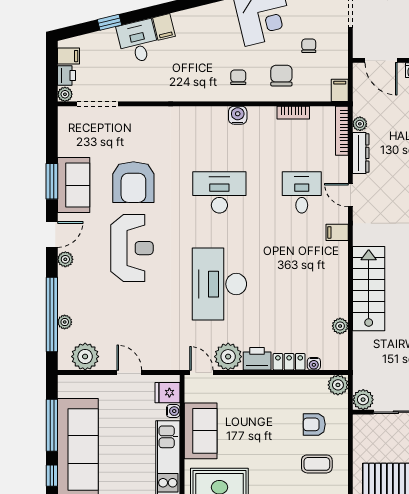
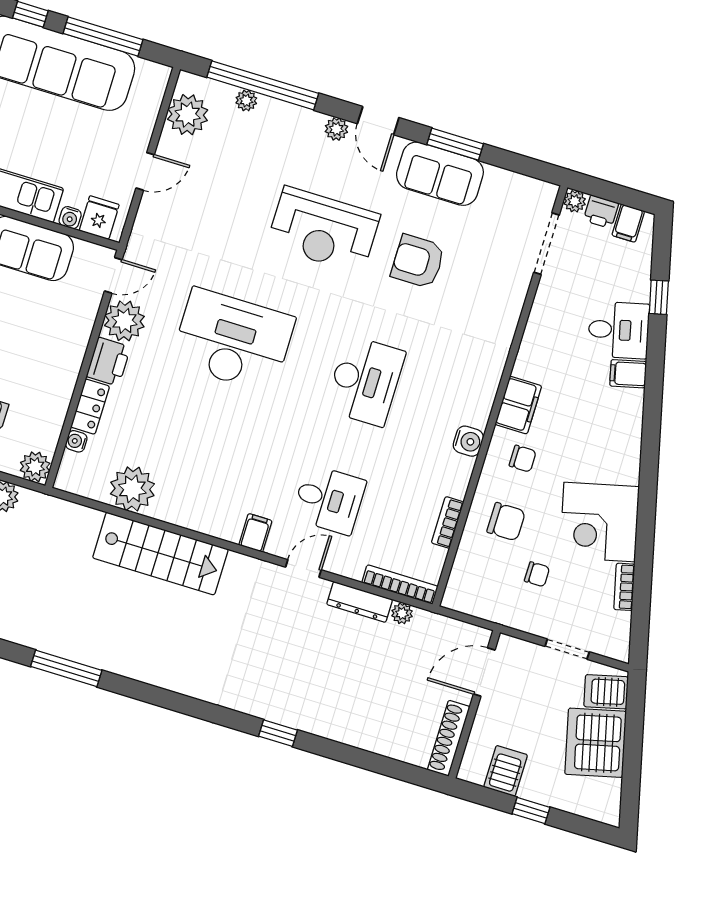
filing cabinet: (340, 90) -> (518, 405), moved, width x2.00
armchair: (133, 182) -> (418, 261), width x0.73, depth x0.73
plant: (340, 326) -> (132, 489), width x1.88, depth x1.88

